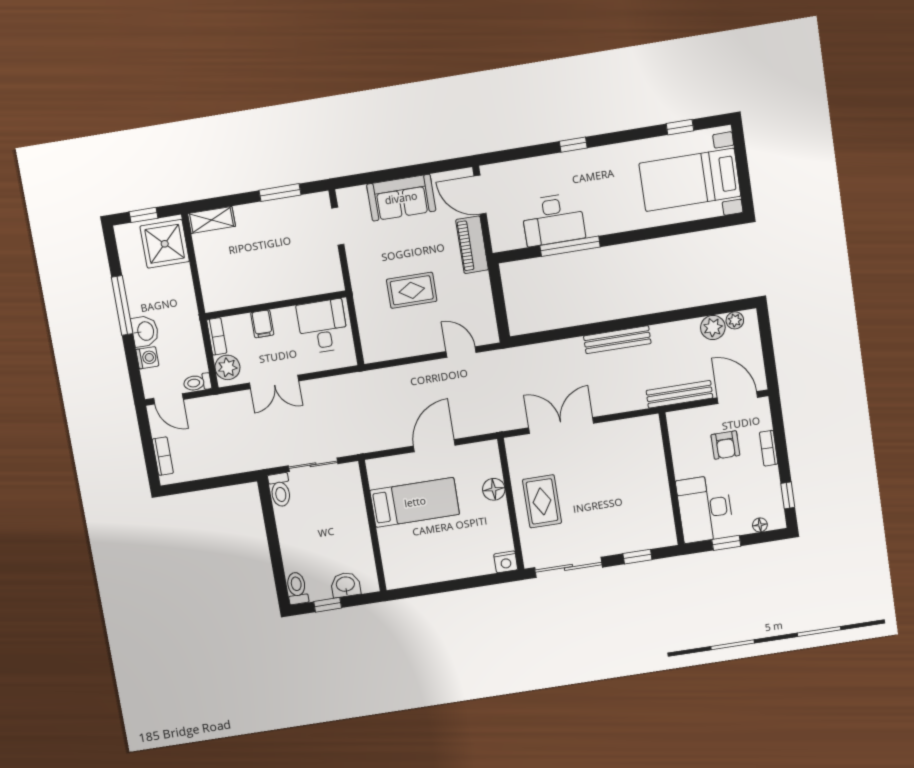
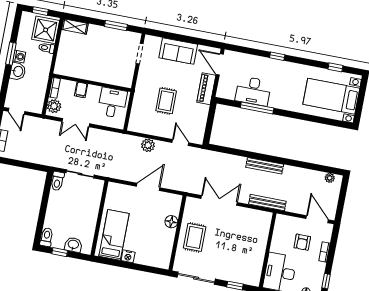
rug: (412, 290) -> (166, 101), turned 90
window: (122, 305) -> (11, 54), width x0.69
plant: (713, 327) -> (148, 145), moved
washing machine: (147, 358) -> (19, 57), moved
toilet: (197, 382) -> (47, 48), moved
bench: (679, 394) -> (267, 203), moved
bed: (415, 502) -> (114, 235), moved, turned -90
nightstand: (506, 562) -> (128, 256), moved

